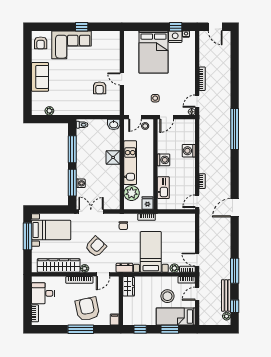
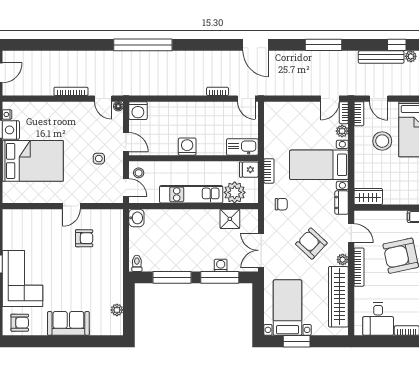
washing machine: (189, 151) -> (138, 111), moved
shower: (113, 157) -> (230, 219), moved
kitchen sink: (163, 188) -> (242, 147), moved
window: (28, 236) -> (297, 341), width x0.69
window: (235, 271) -> (323, 45), moved

